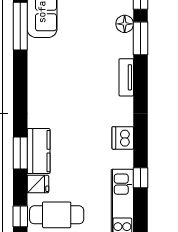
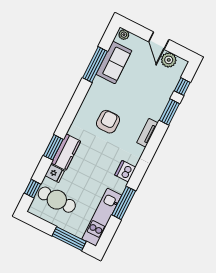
floor lamp: (125, 24) -> (164, 97), removed
armchair: (71, 88) -> (108, 122), added
window: (141, 178) -> (124, 203), width x2.17

